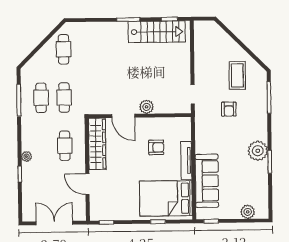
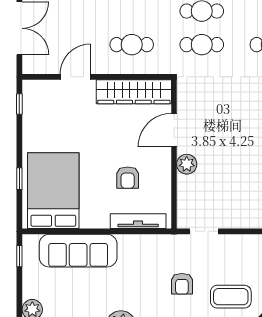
armchair: (229, 109) -> (182, 284), turned -90
tv unit: (186, 160) -> (138, 221), moved

